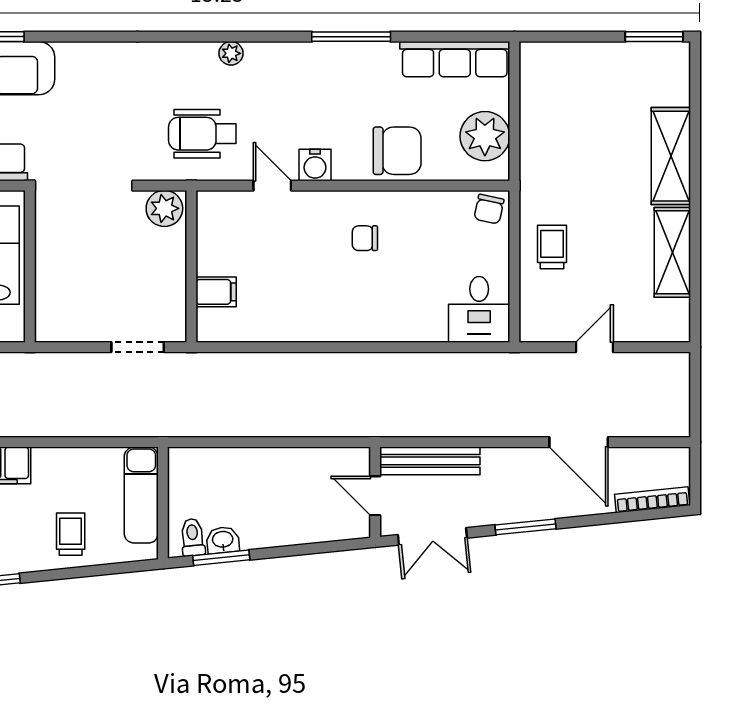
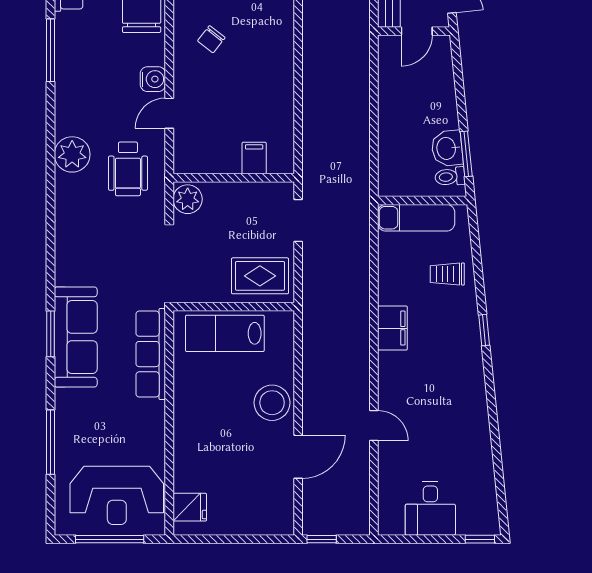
plant: (231, 53) -> (72, 154), width x1.87, depth x1.87
chair: (365, 238) -> (211, 39), turned 38
rug: (68, 299) -> (260, 276), added
washbasin: (223, 540) -> (447, 148), width x1.38, depth x1.45

